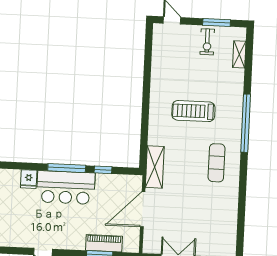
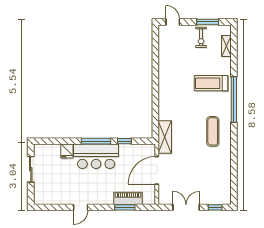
treadmill: (193, 111) -> (211, 83), moved

